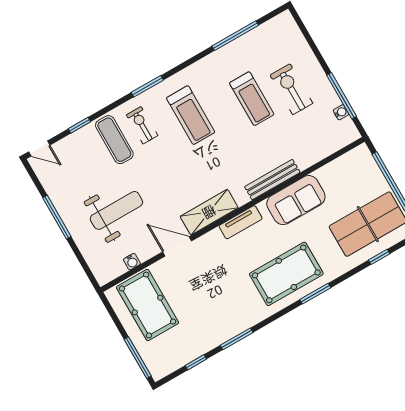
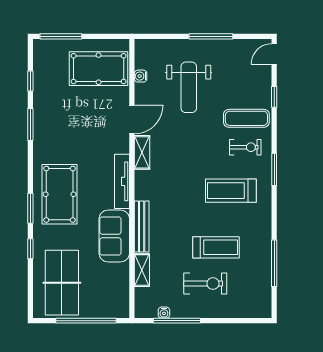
treadmill: (252, 99) -> (216, 247), turned 180
shelving: (313, 156) -> (142, 270), added
shelving: (209, 212) -> (142, 152), width x0.67, depth x0.75
tv unit: (241, 222) -> (122, 181), width x1.41
window: (379, 257) -> (30, 249), moved

